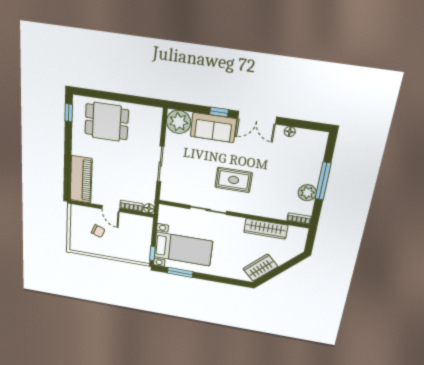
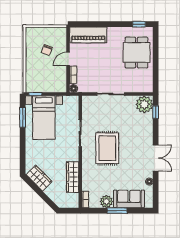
window: (219, 112) -> (156, 112), moved
double door: (257, 118) -> (156, 158), swing flipped
sofa: (213, 128) -> (129, 199), moved, turned 90
rug: (234, 180) -> (107, 148), width x1.36, depth x1.43
window: (323, 181) -> (117, 211), width x0.69

